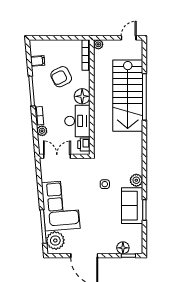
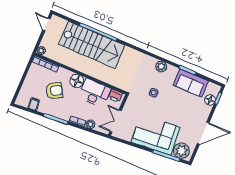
armchair: (61, 77) -> (54, 91), turned -94
sofa: (132, 206) -> (191, 83), moved

